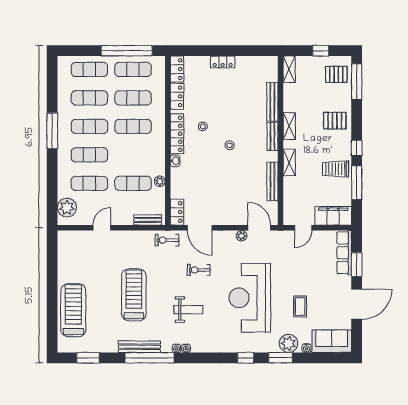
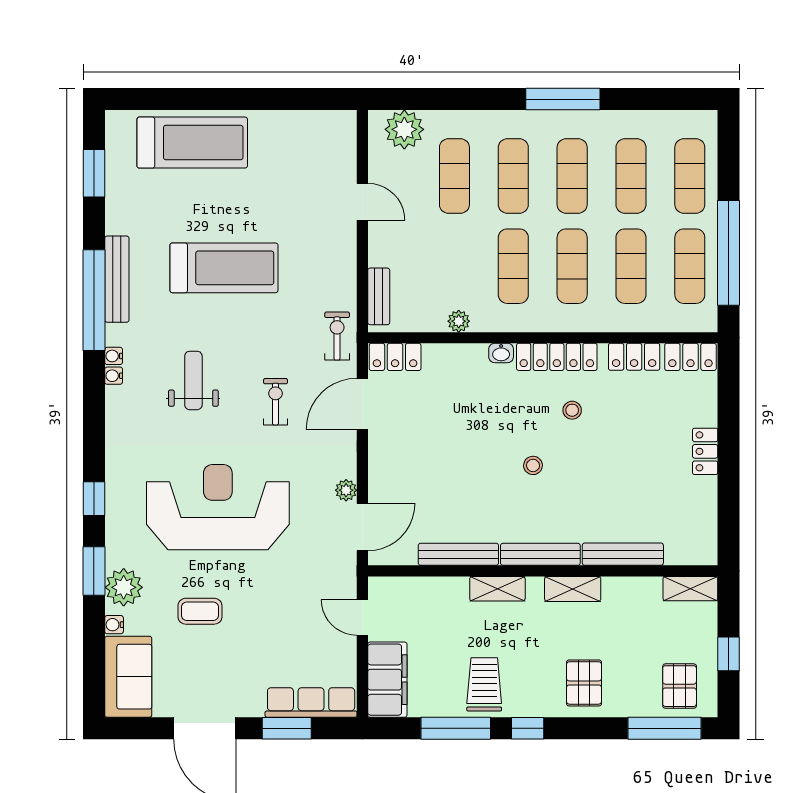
bench: (273, 137) -> (540, 554), width x1.36
exercise mat: (133, 183) -> (513, 266), moved
weight bench: (188, 310) -> (193, 380), turned 180

